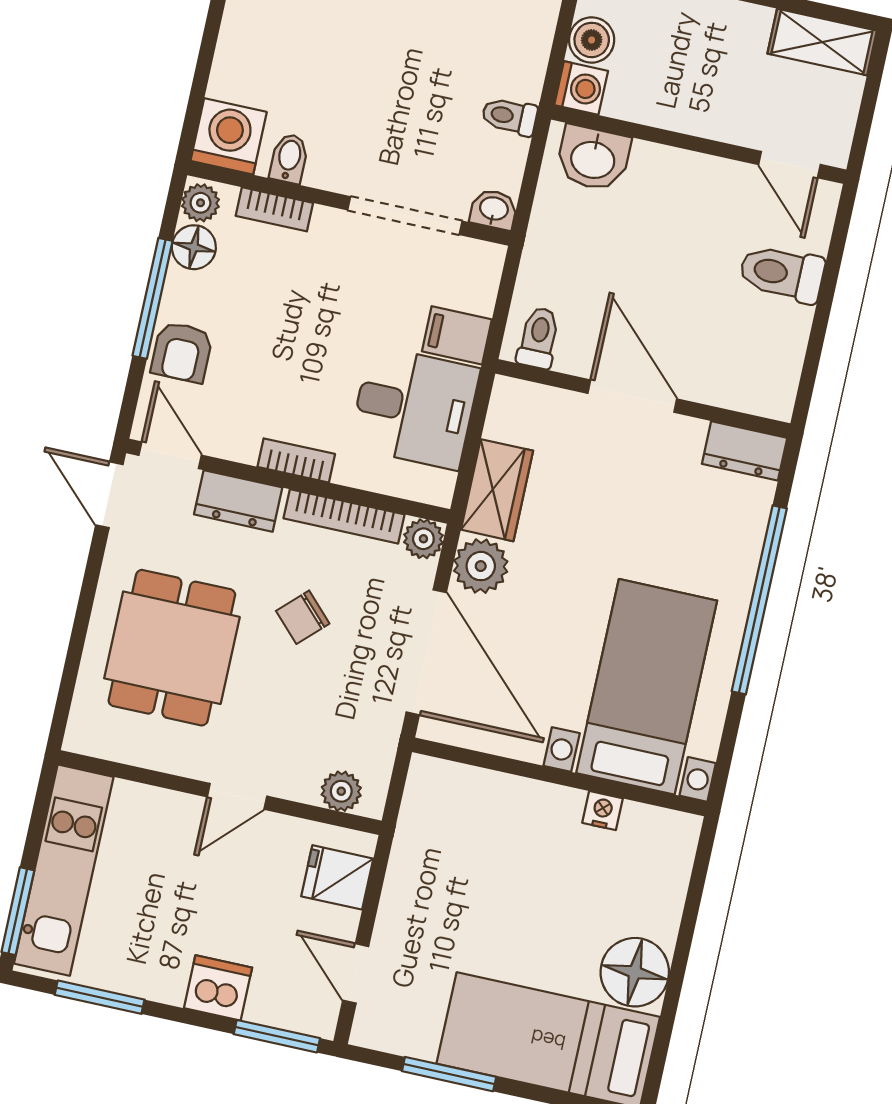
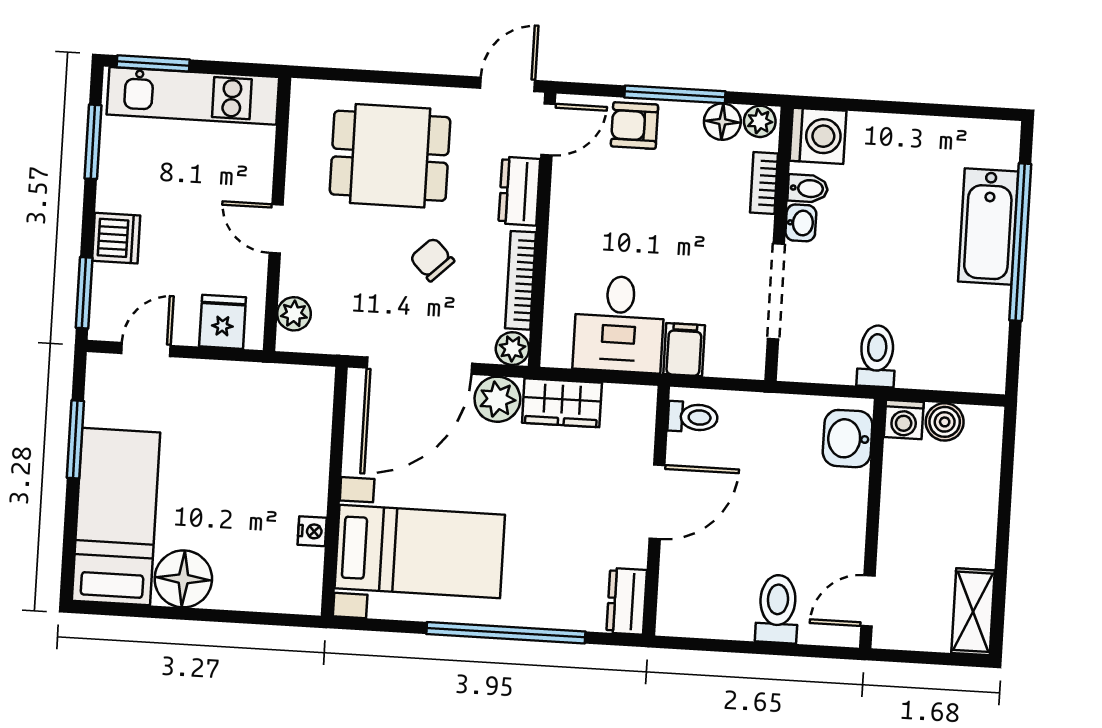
toilet: (509, 116) -> (877, 356), width x1.37, depth x1.39
washbasin: (494, 209) -> (801, 223), moved
bookcase: (296, 460) -> (560, 234), removed

